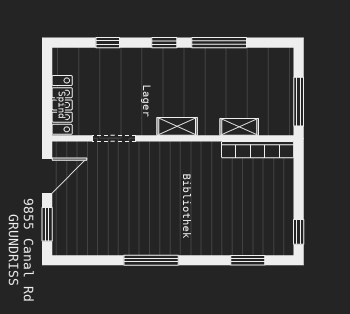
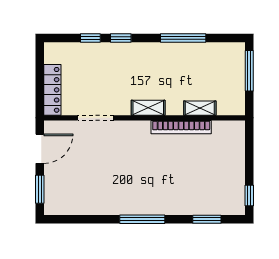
window: (164, 43) -> (121, 38), moved
window: (299, 102) -> (249, 71), moved
bookcase: (258, 150) -> (181, 127), moved
window: (151, 260) -> (142, 219), moved

